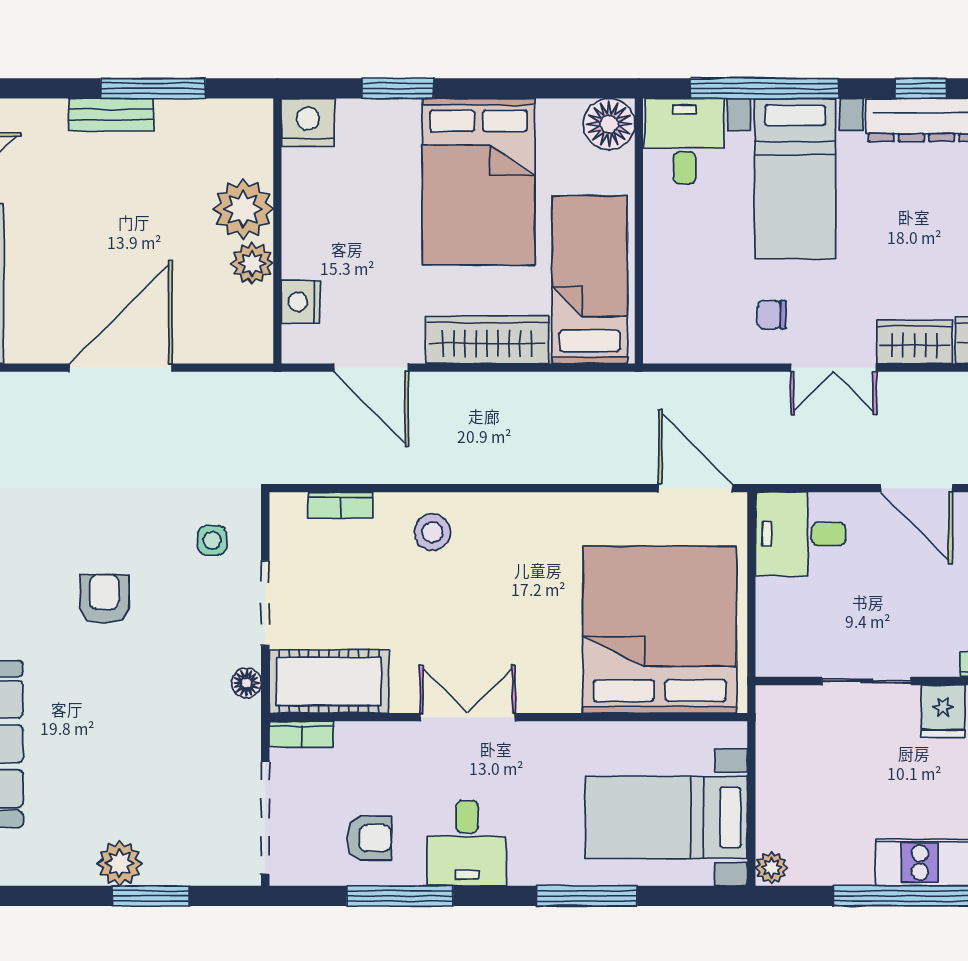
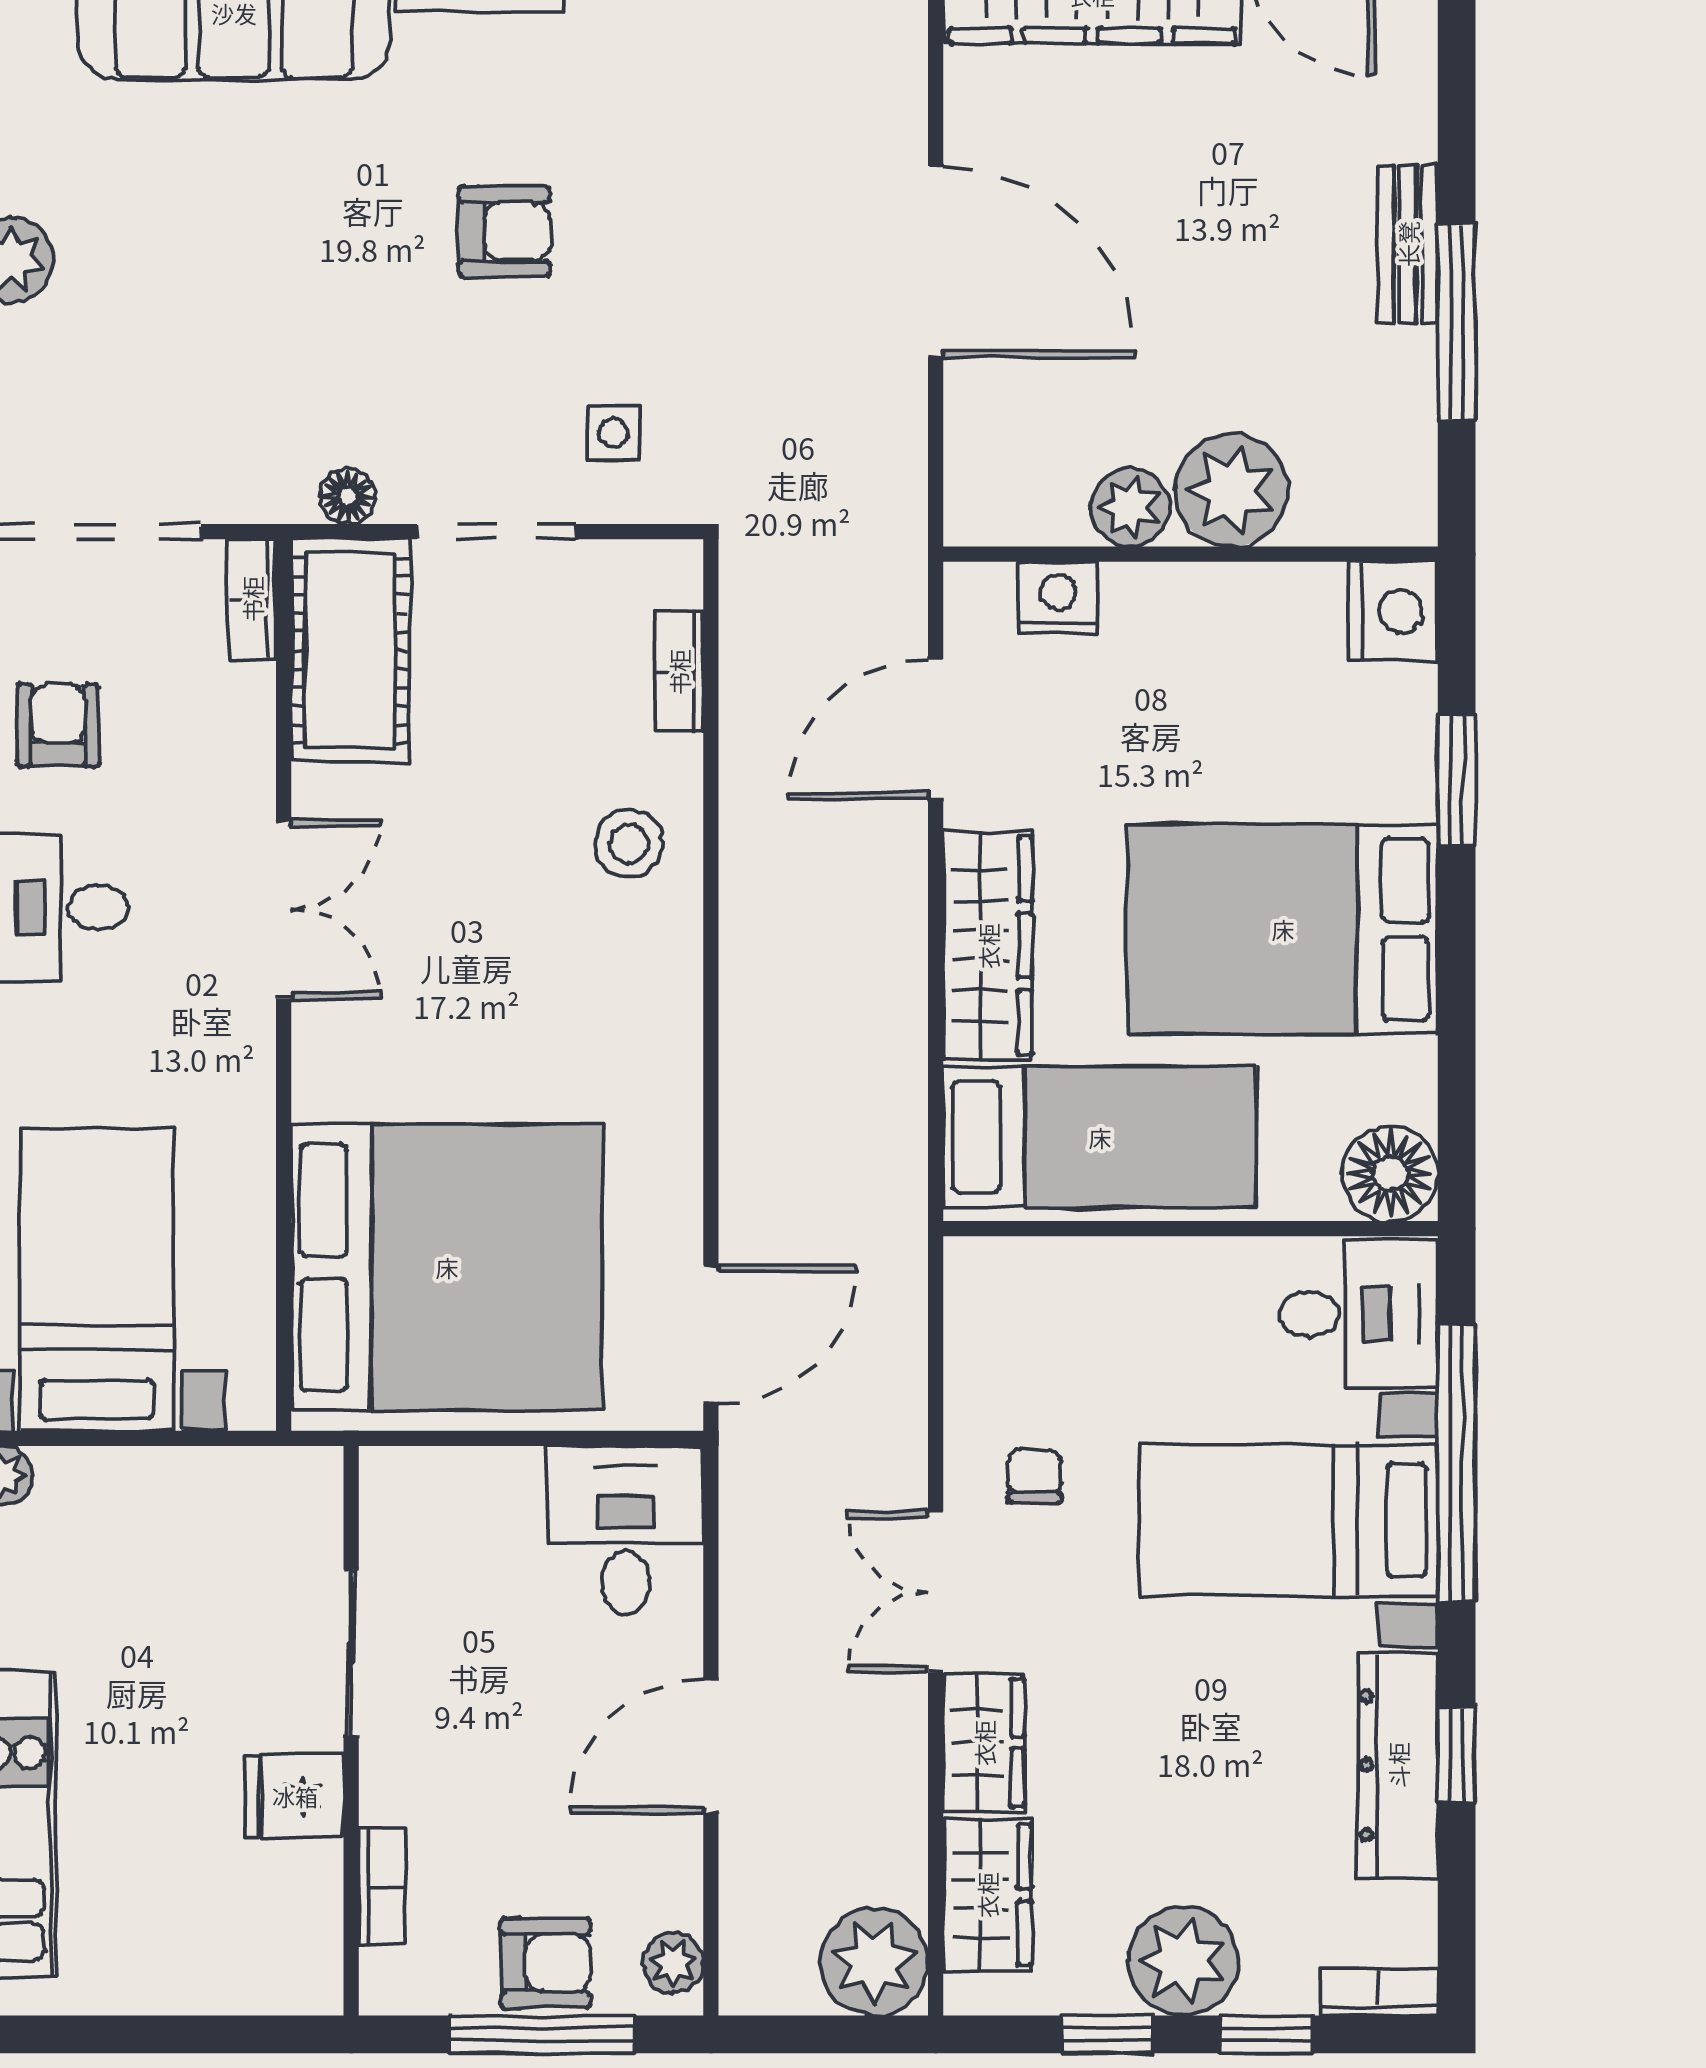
armchair: (369, 838) -> (58, 725), turned 180

